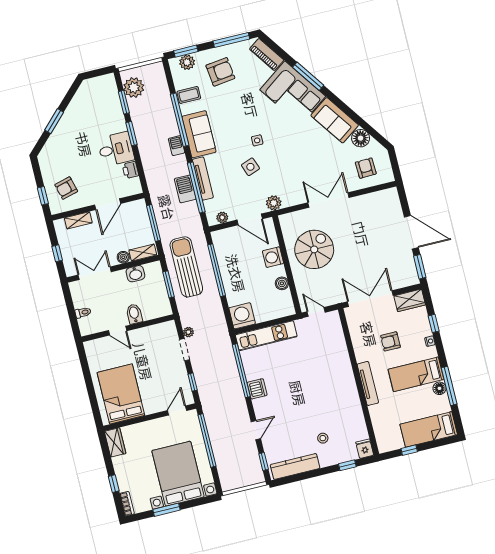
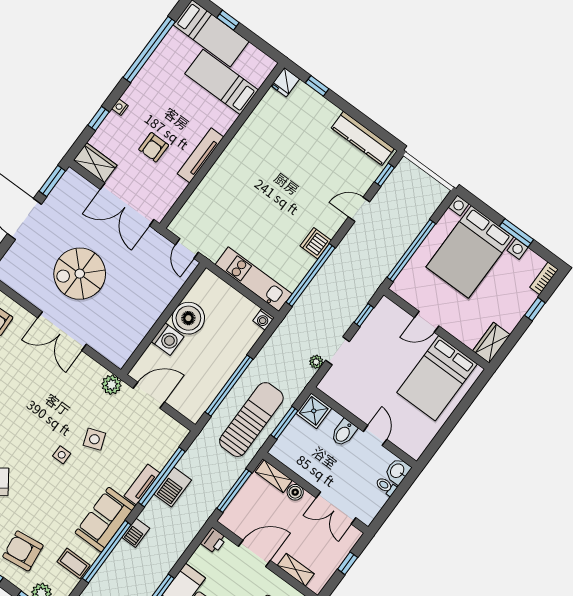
printer: (130, 170) -> (214, 541), moved
tv unit: (203, 179) -> (142, 484), width x0.71
plant: (222, 217) -> (170, 425), removed
door: (250, 219) -> (149, 395), hinge flipped
spiral stairs: (314, 249) -> (80, 274), moved
sun lounger: (186, 267) -> (251, 420), turned 180
washbasin: (135, 274) -> (398, 471), moved, turned -90
boiler: (282, 283) -> (188, 318), width x1.86, depth x1.86
shower: (161, 307) -> (314, 411), added
washing machine: (242, 316) -> (264, 319), width x0.53, depth x0.53
armchair: (390, 341) -> (154, 147), turned 90
bed: (416, 374) -> (222, 82), moved, turned 180
tv unit: (368, 383) -> (201, 155), moved
window: (449, 386) -> (149, 50), width x1.46
floor lamp: (439, 388) -> (160, 57), removed
door: (177, 411) -> (427, 322), moved
stool: (323, 438) -> (310, 134), removed
window: (409, 450) -> (228, 20), moved

